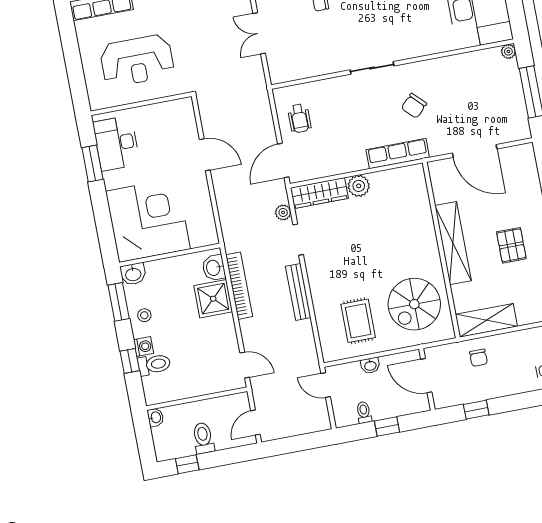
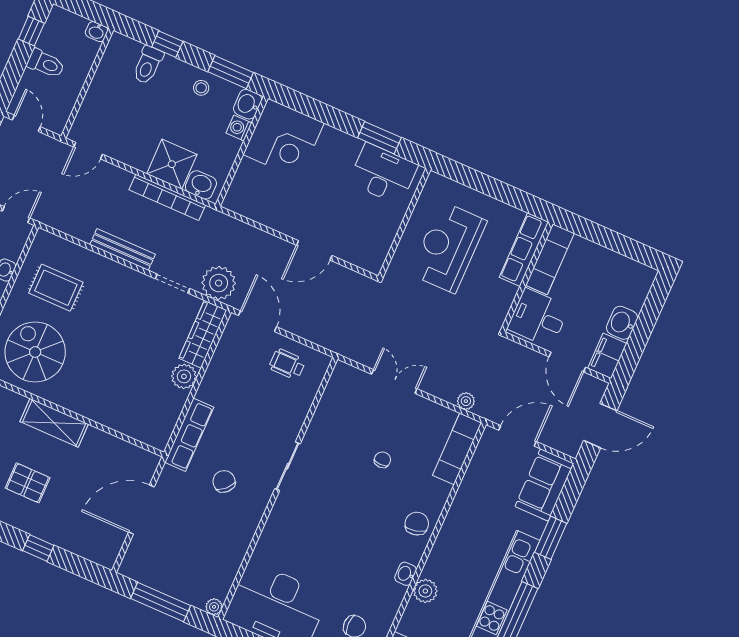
plant: (283, 212) -> (219, 283), width x1.87, depth x1.87
corner desk: (148, 220) -> (284, 139), width x0.74, depth x0.74
shelving: (453, 243) -> (54, 423), width x0.68
washing machine: (143, 346) -> (239, 128), moved, turned 90

